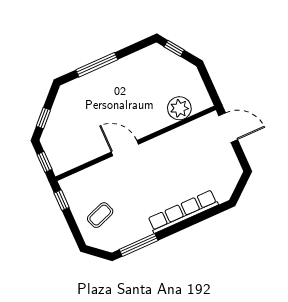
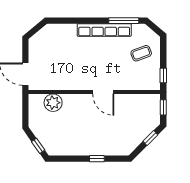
window: (97, 65) -> (97, 159), width x0.46
row of seats: (183, 212) -> (104, 30), moved

